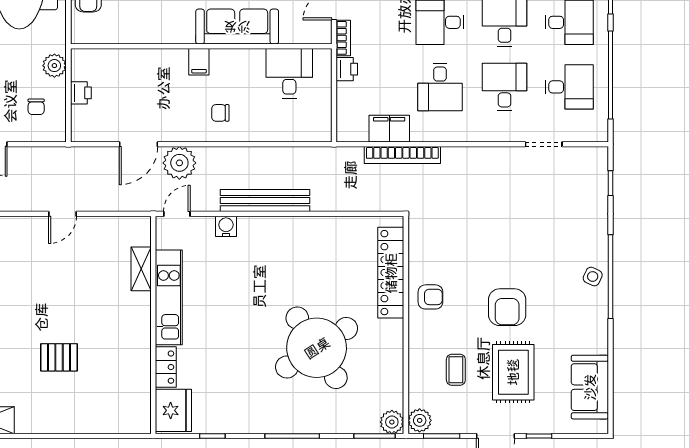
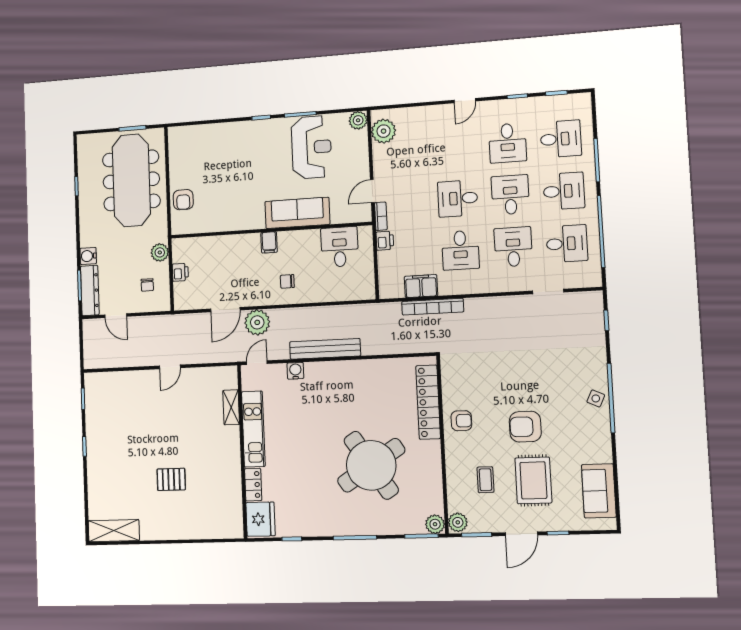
armchair: (507, 307) -> (525, 427), turned 90

